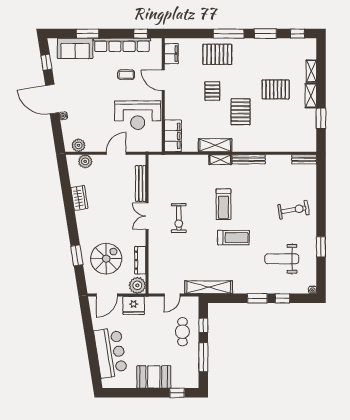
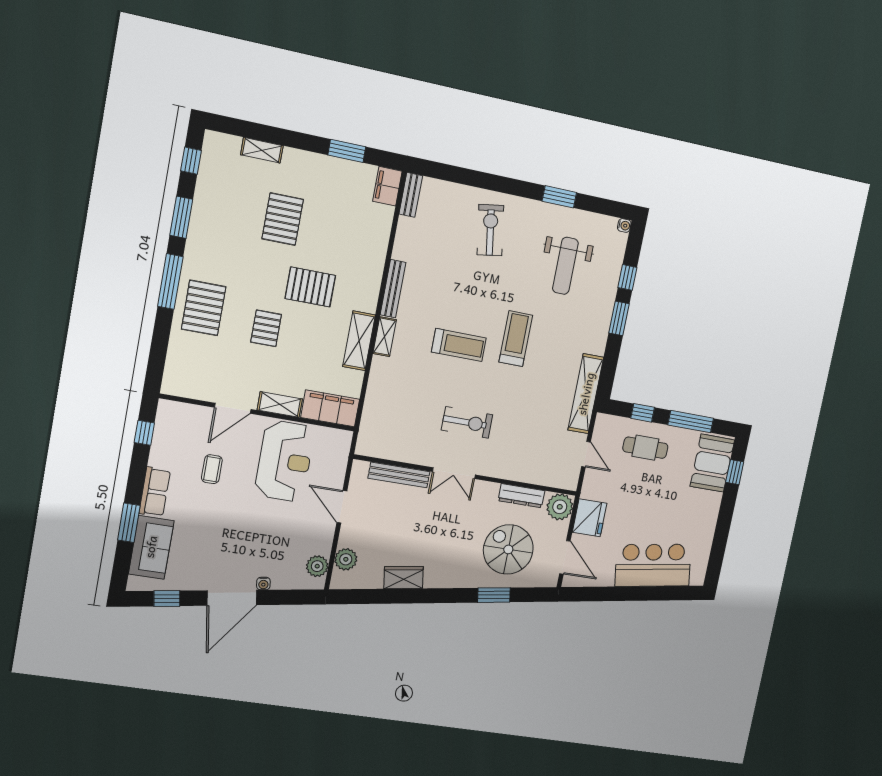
row of seats: (122, 45) -> (155, 492), width x0.50
filing cabinet: (171, 54) -> (387, 186), moved, turned -90
pallet: (212, 91) -> (266, 328), turned 90
shelving: (311, 96) -> (280, 404), moved
booth: (154, 377) -> (712, 463), moved

